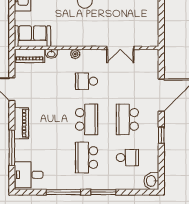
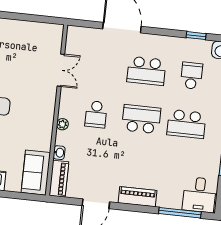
window: (161, 135) -> (196, 36), moved
window: (12, 148) -> (180, 213), moved

